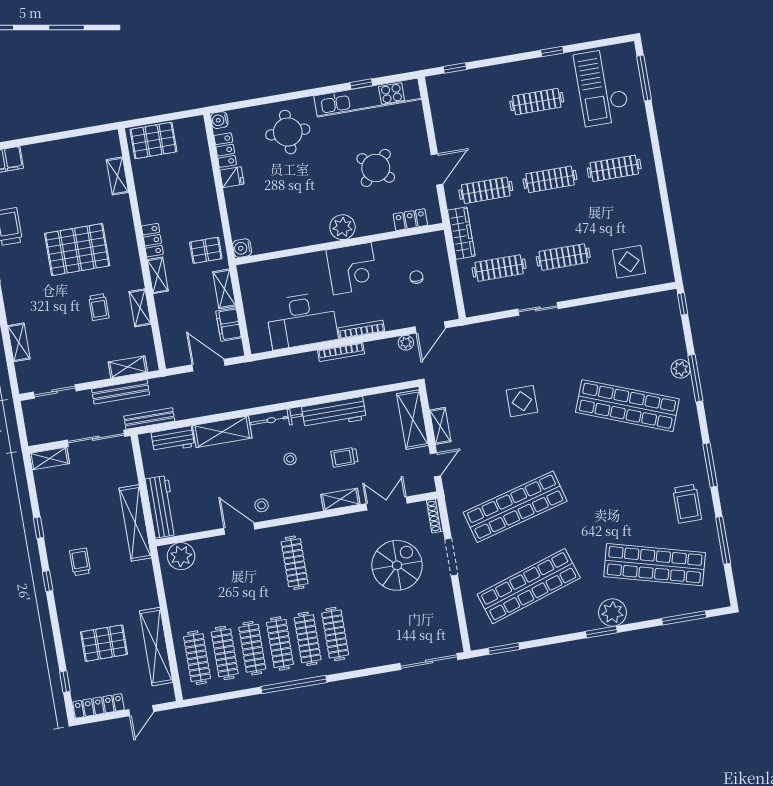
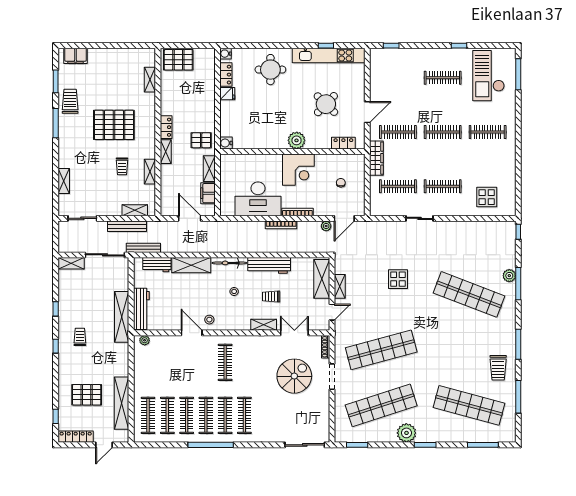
plant: (181, 556) -> (145, 340), width x0.53, depth x0.53
plant: (612, 613) -> (406, 433), moved

